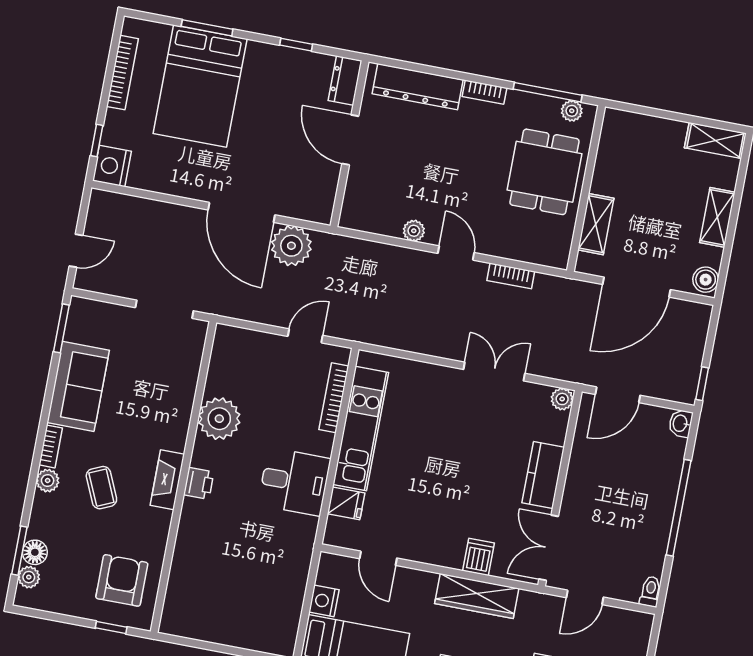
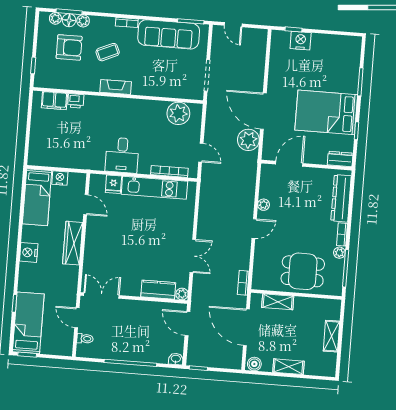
bookcase: (122, 73) -> (331, 39), removed
bed: (200, 86) -> (326, 112), moved
plant: (572, 111) -> (339, 253), moved
door: (350, 140) -> (289, 164), moved
shelving: (715, 140) -> (332, 336), moved
nightstand: (112, 166) -> (301, 41), moved
door: (241, 212) -> (263, 111), hinge flipped
bookcase: (511, 276) -> (243, 283), moved
sofa: (78, 386) -> (169, 34), width x1.36
plant: (219, 419) -> (178, 113), moved
kitchen counter: (543, 475) -> (158, 290), moved
plant: (48, 481) -> (83, 21), moved
printer: (199, 483) -> (76, 101), moved
dishwasher: (479, 557) -> (92, 258), removed
door: (378, 558) -> (86, 205), swing flipped
armchair: (122, 580) -> (69, 47), moved
toilet: (650, 591) -> (85, 339), moved
filing cabinet: (180, 595) -> (54, 101), added
wardrobe: (477, 596) -> (73, 243), moved

